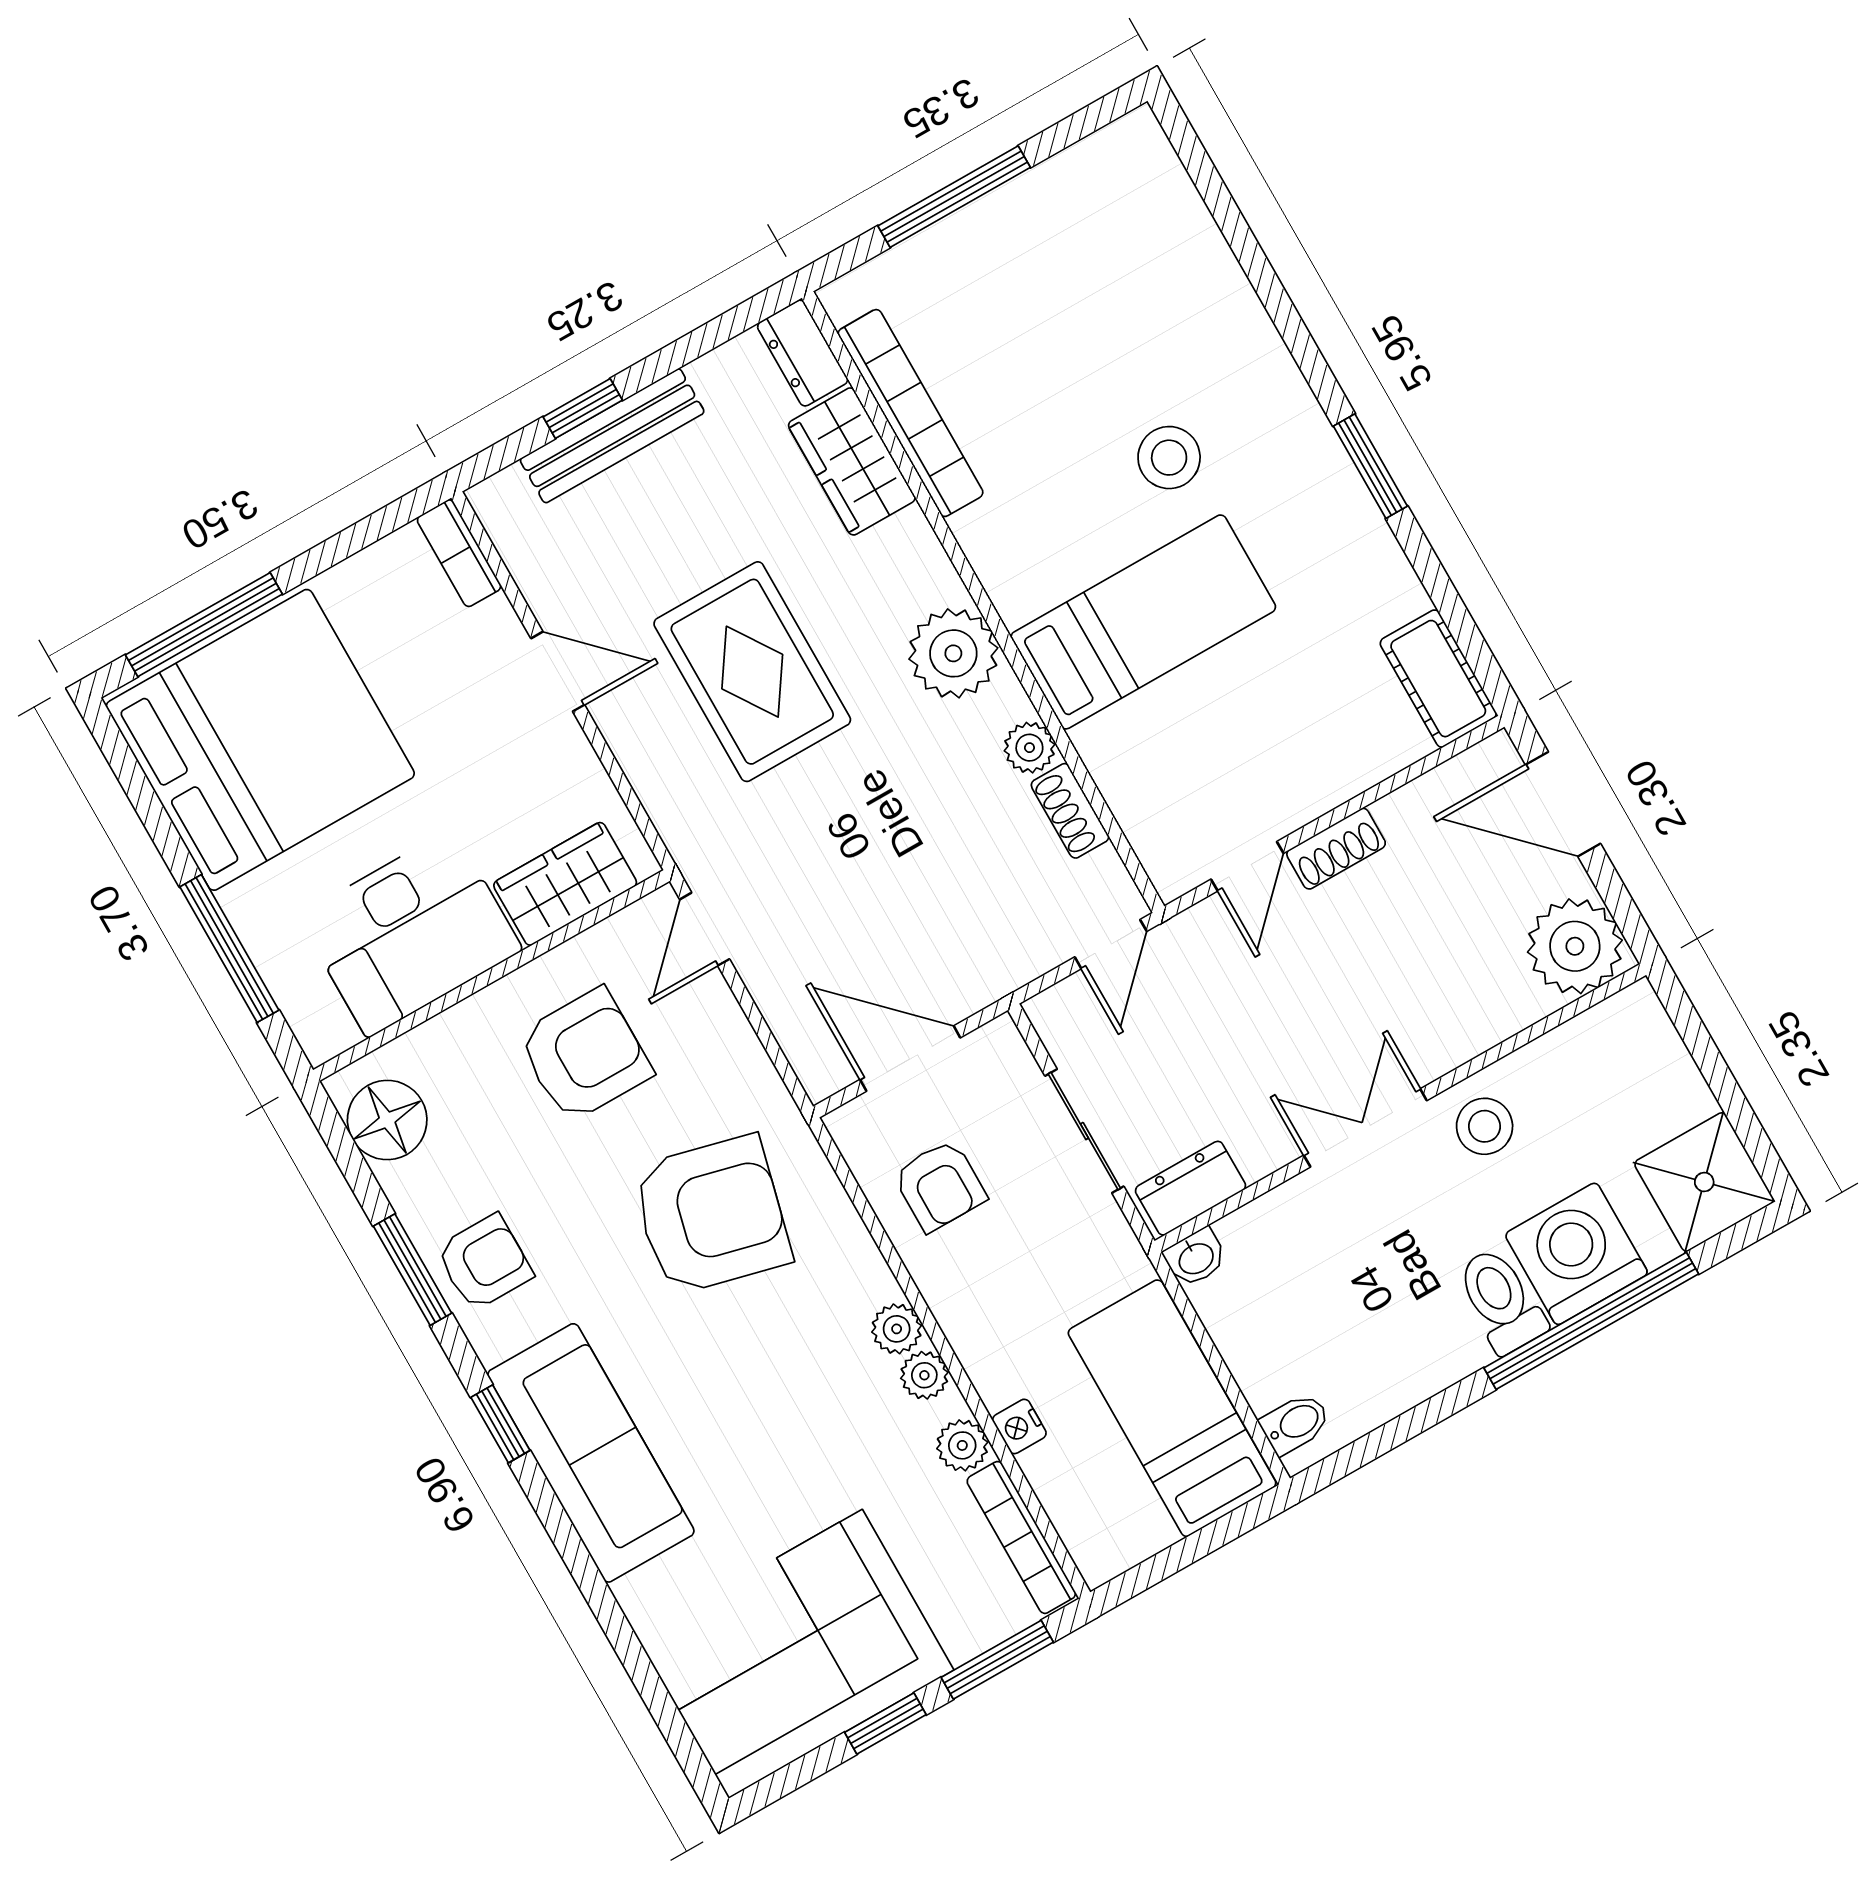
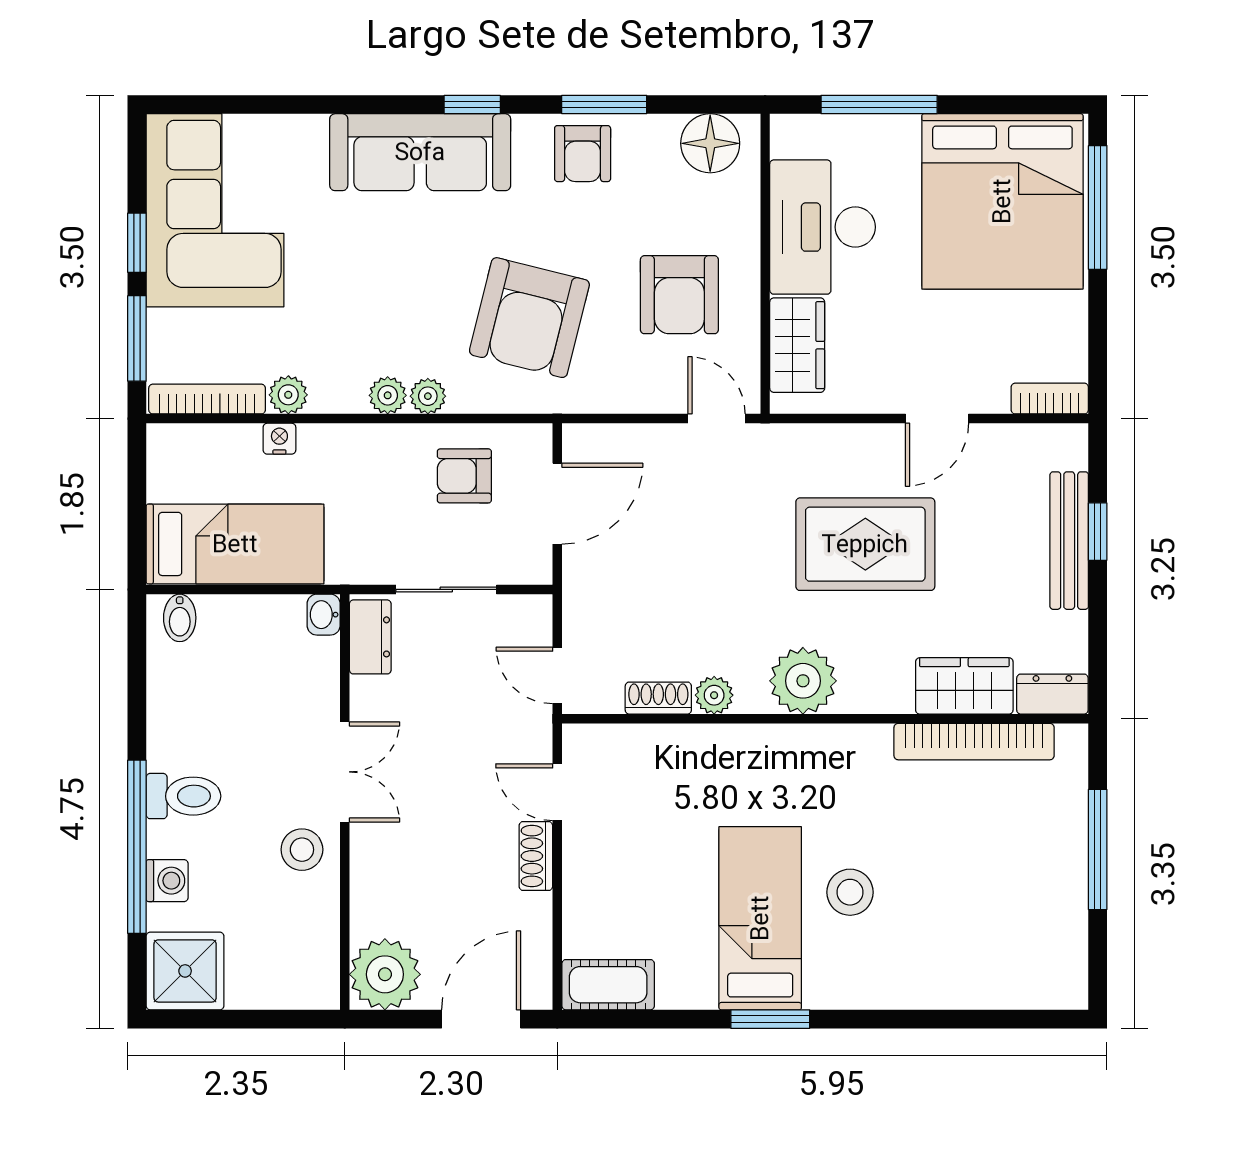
bed: (1143, 622) -> (760, 918), moved, turned 180
washing machine: (1576, 1254) -> (167, 881), width x0.53, depth x0.53
plant: (924, 1375) -> (428, 396), moved

